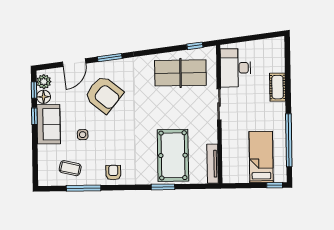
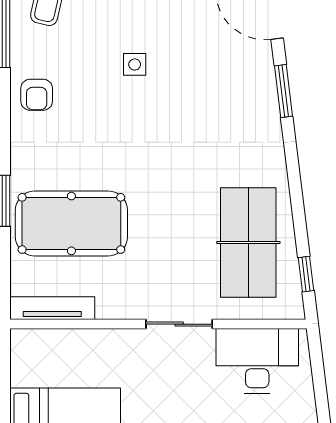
armchair: (104, 94) -> (204, 77), removed
side table: (83, 135) -> (135, 64), moved
armchair: (113, 172) -> (37, 95), turned 90

